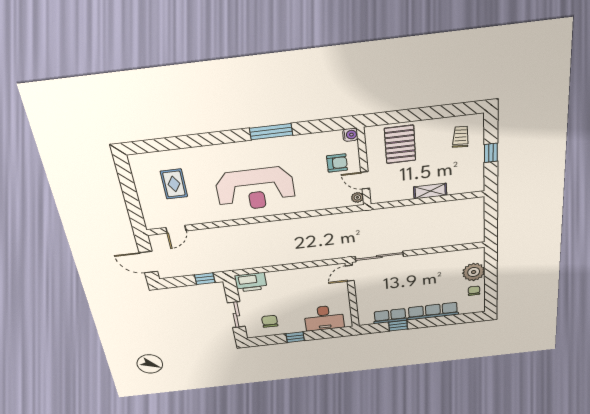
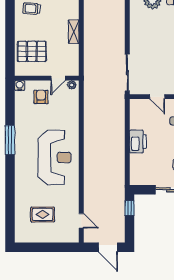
door: (148, 262) -> (108, 247), hinge flipped
door: (350, 273) -> (157, 97), moved
printer: (251, 282) -> (138, 142), moved

